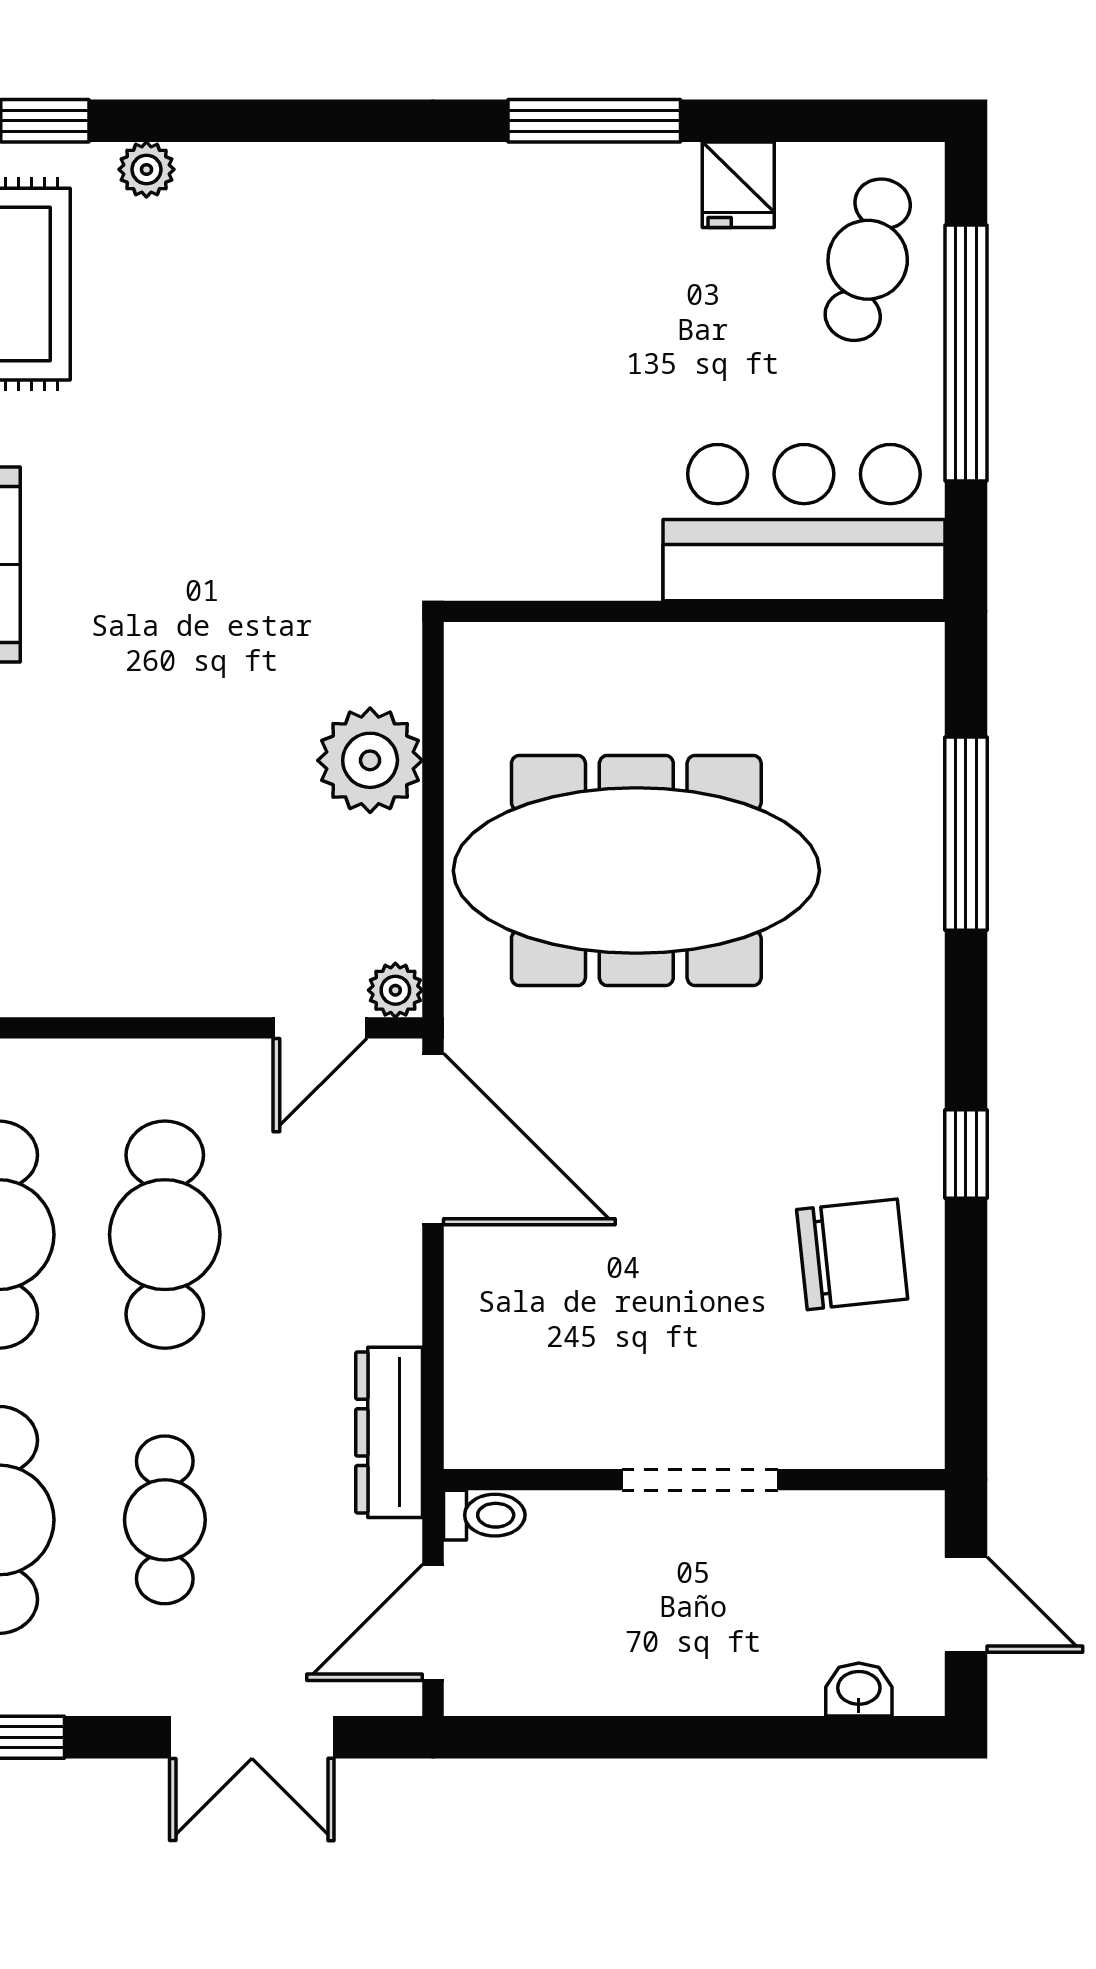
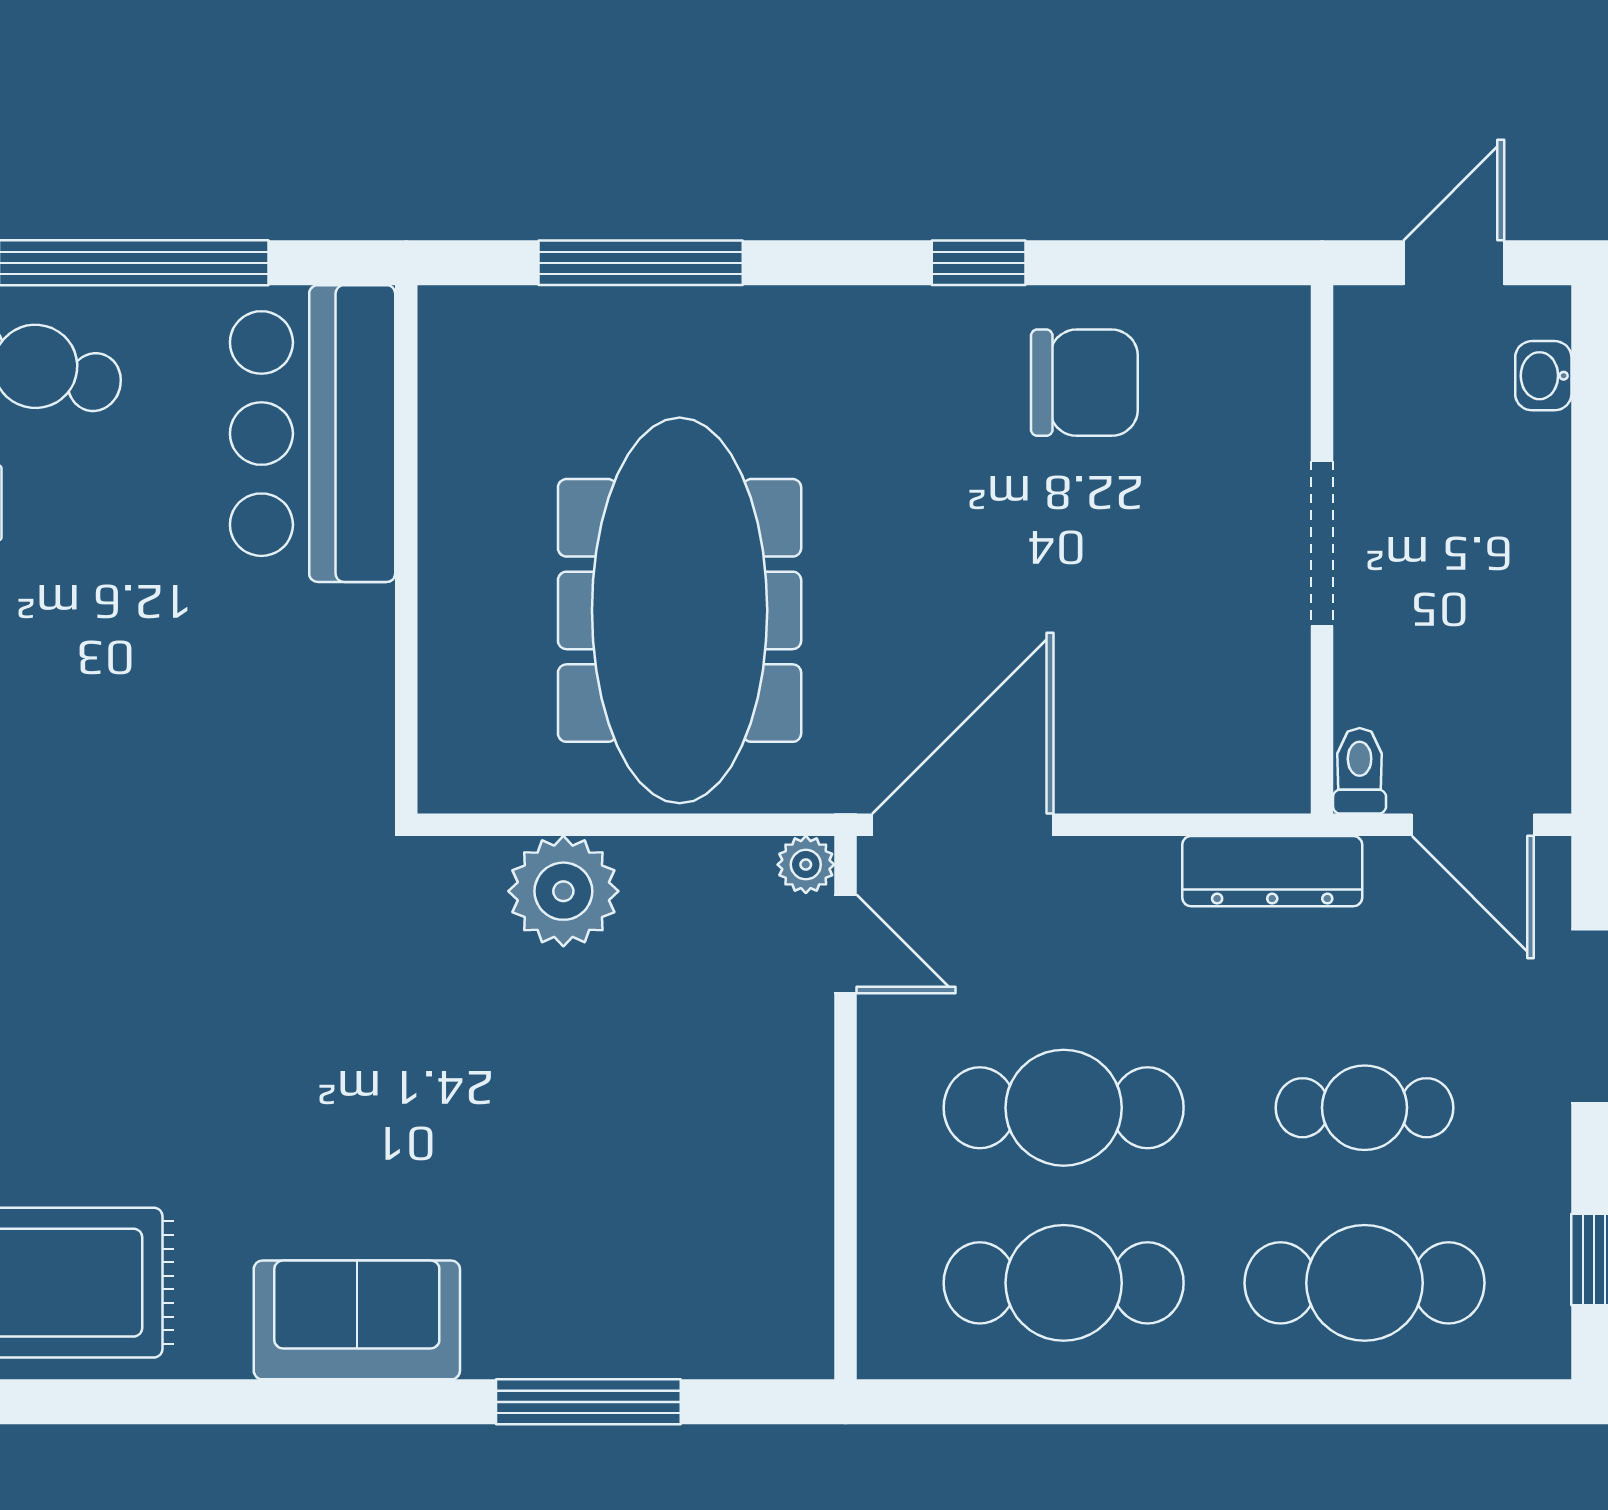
chair: (852, 1254) -> (1084, 383), turned 96

